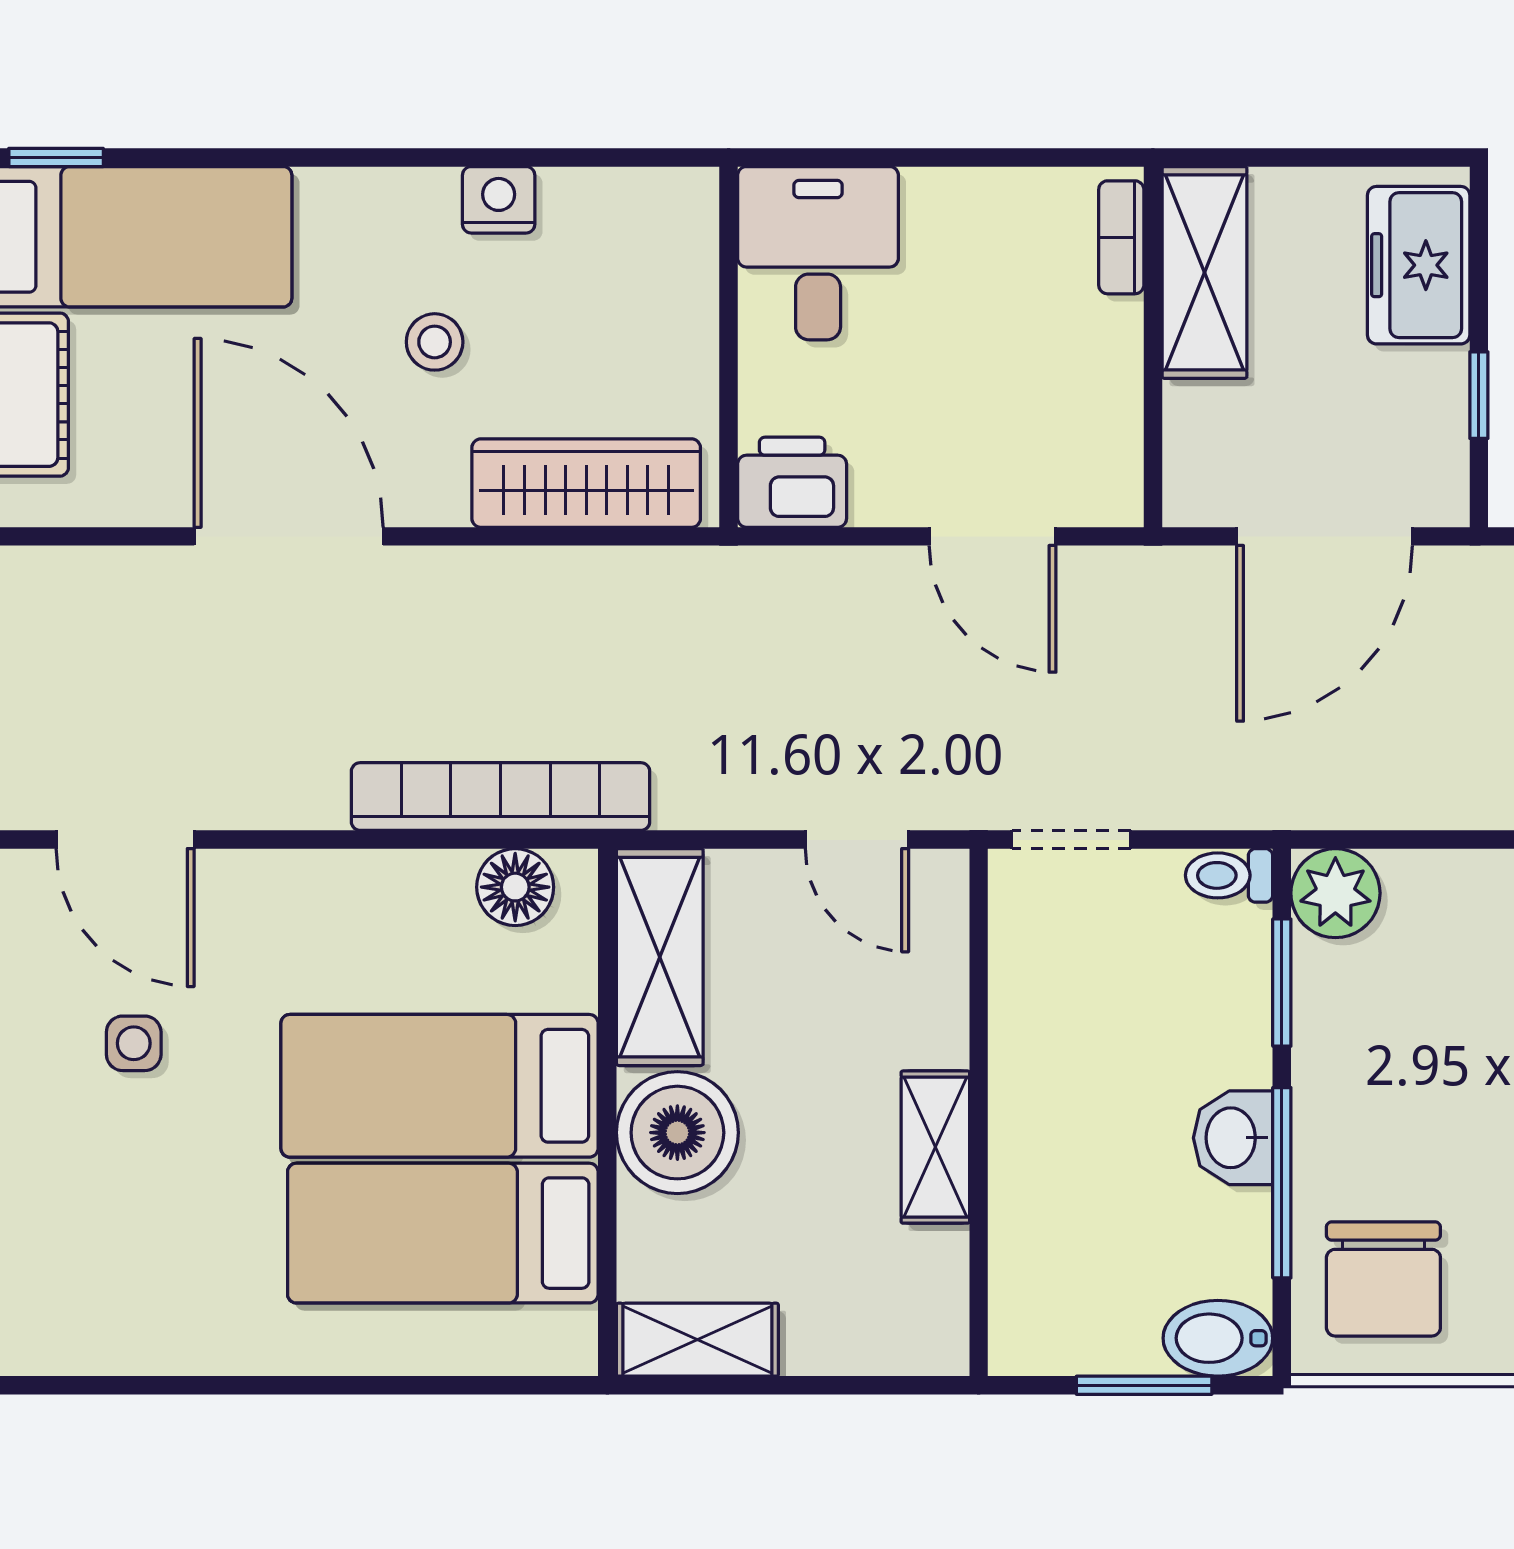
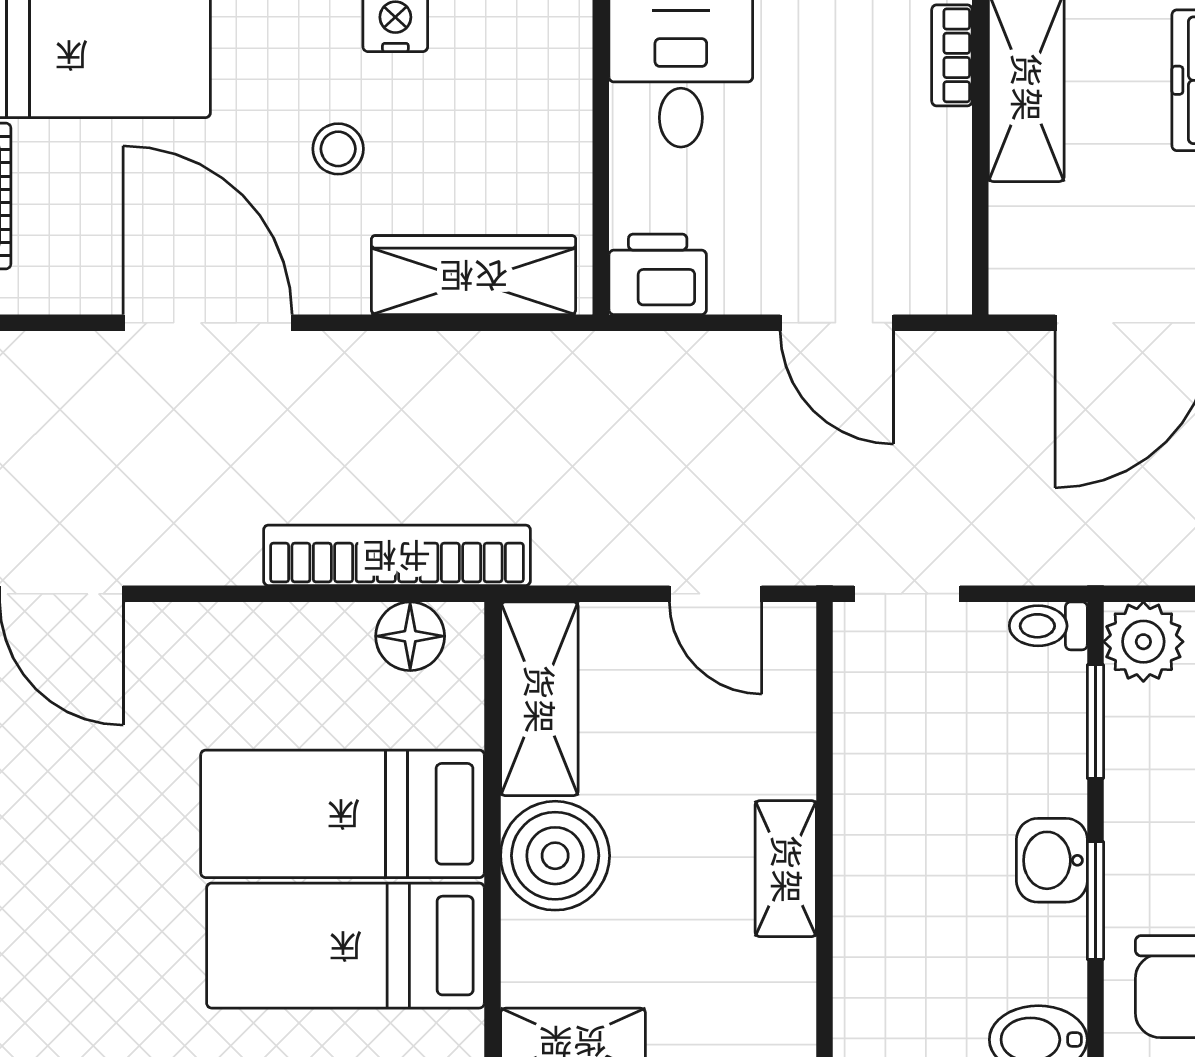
side table: (134, 1043) -> (69, 776), removed
window: (1282, 1183) -> (1095, 901), width x0.69

